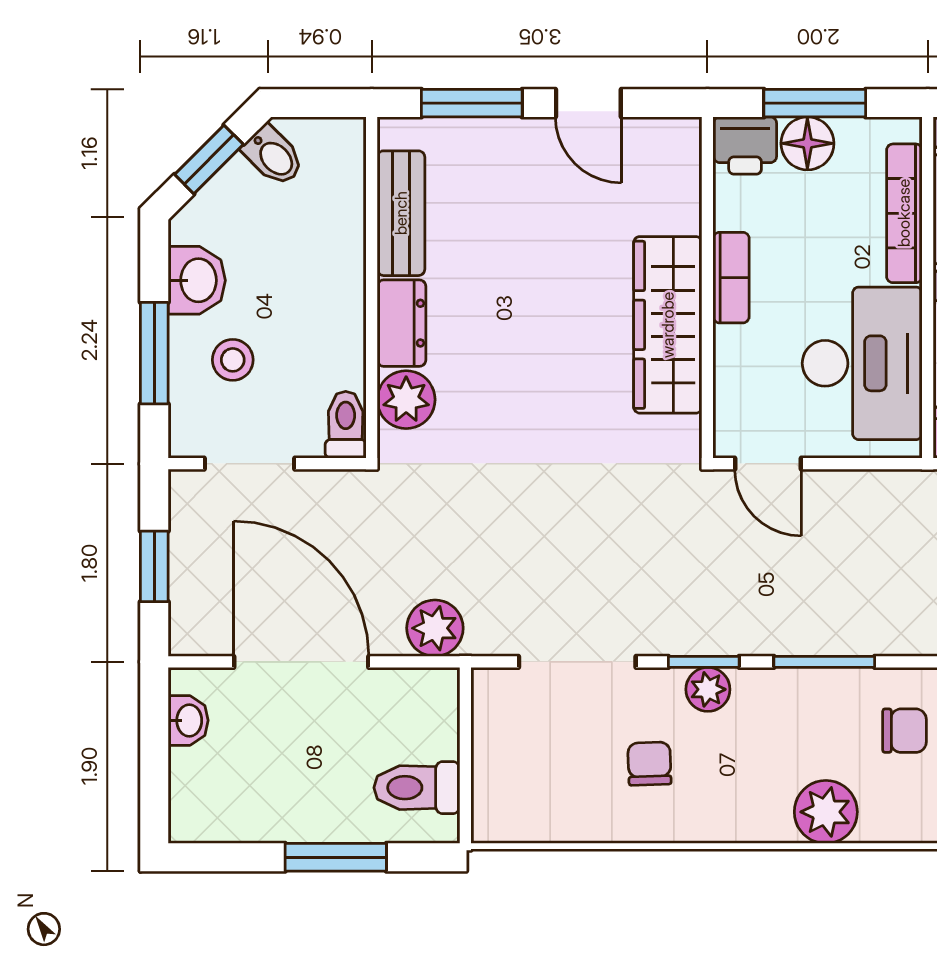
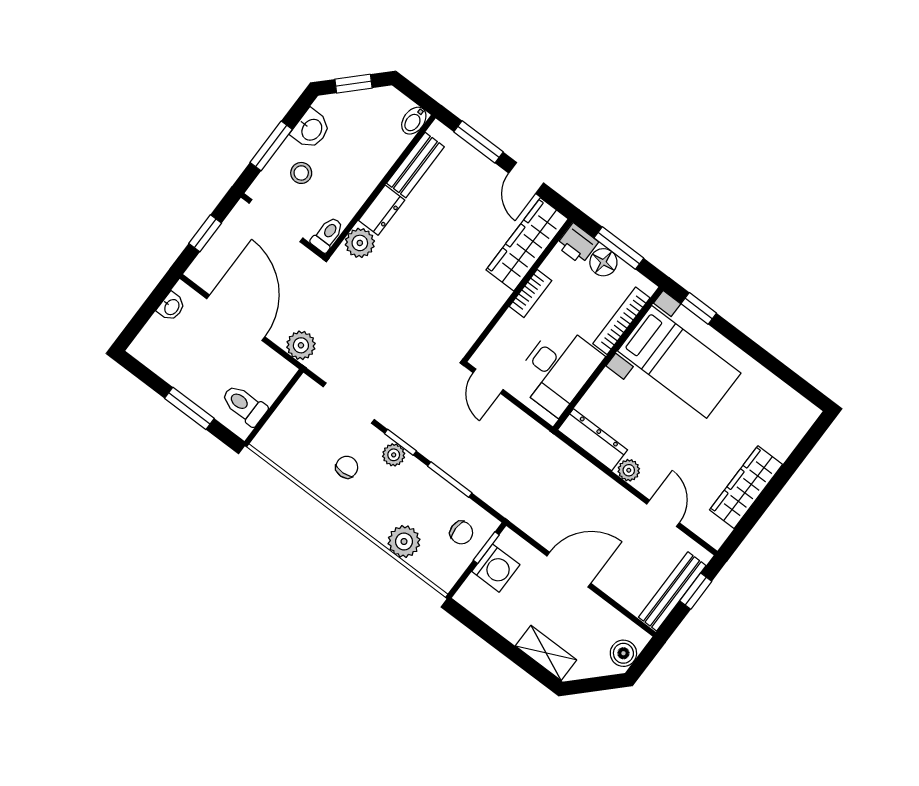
bidet: (273, 156) -> (414, 121), moved, turned 45
wardrobe: (668, 325) -> (527, 244), moved
doorway: (250, 464) -> (276, 221), width x1.38

